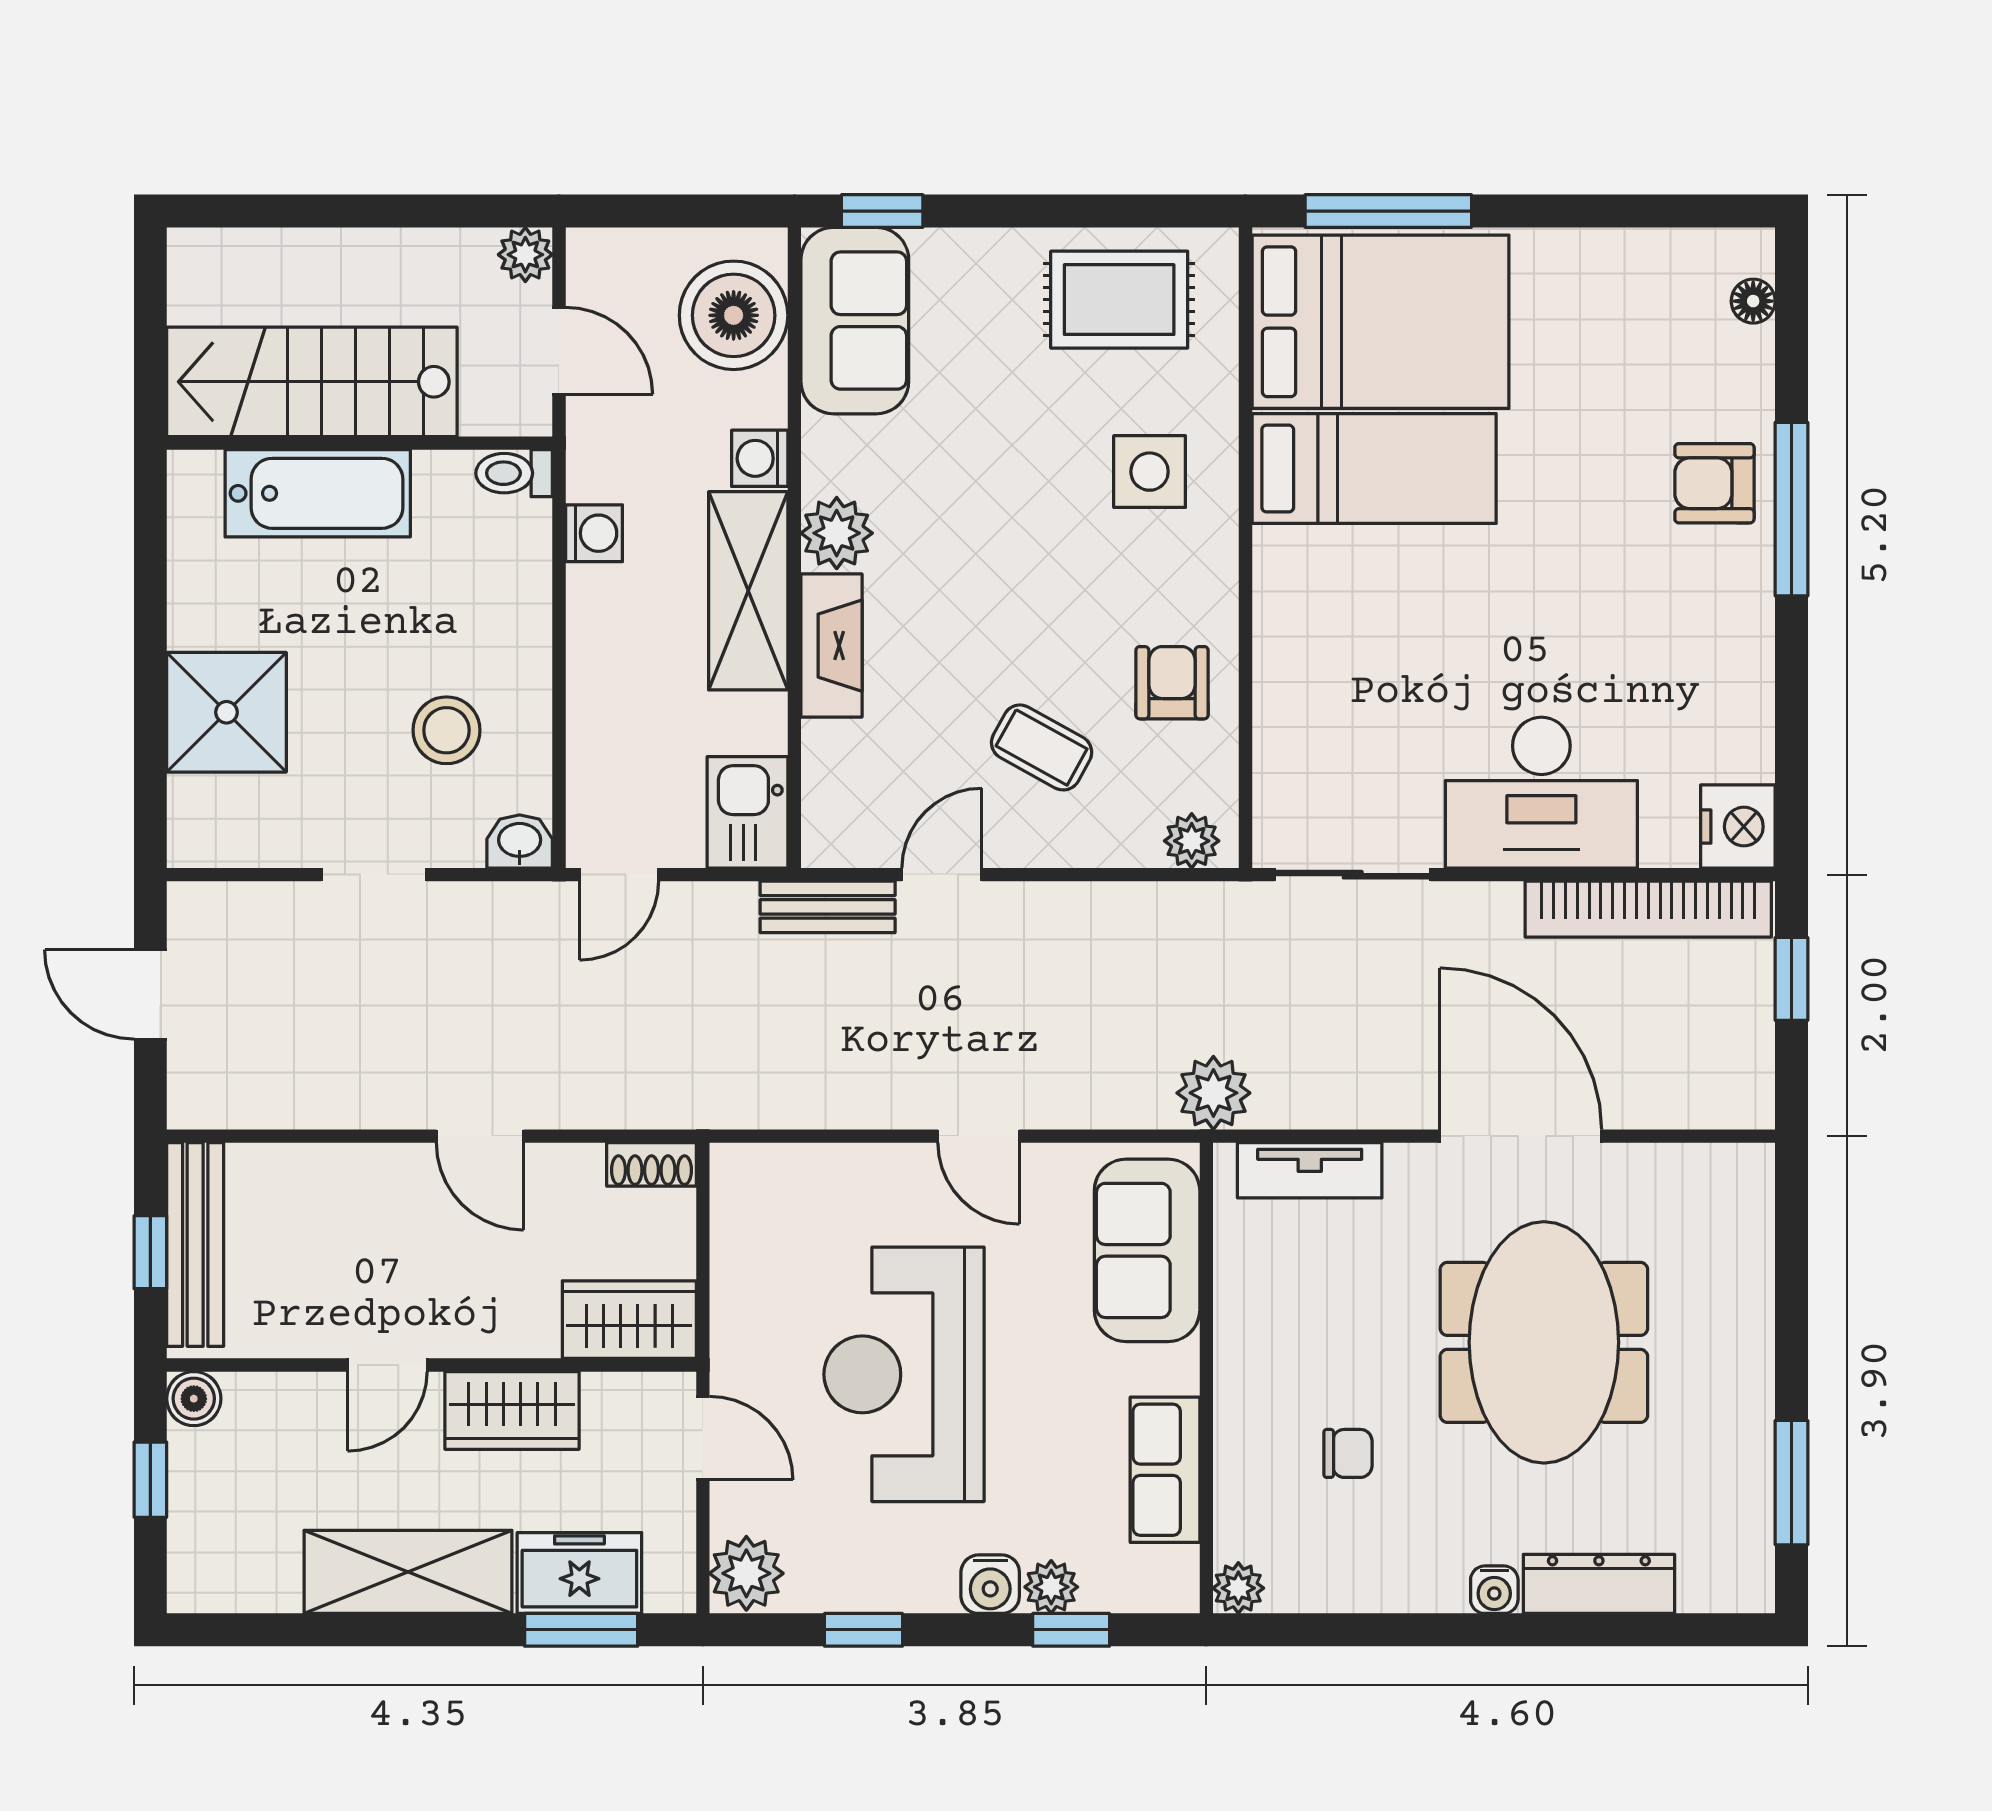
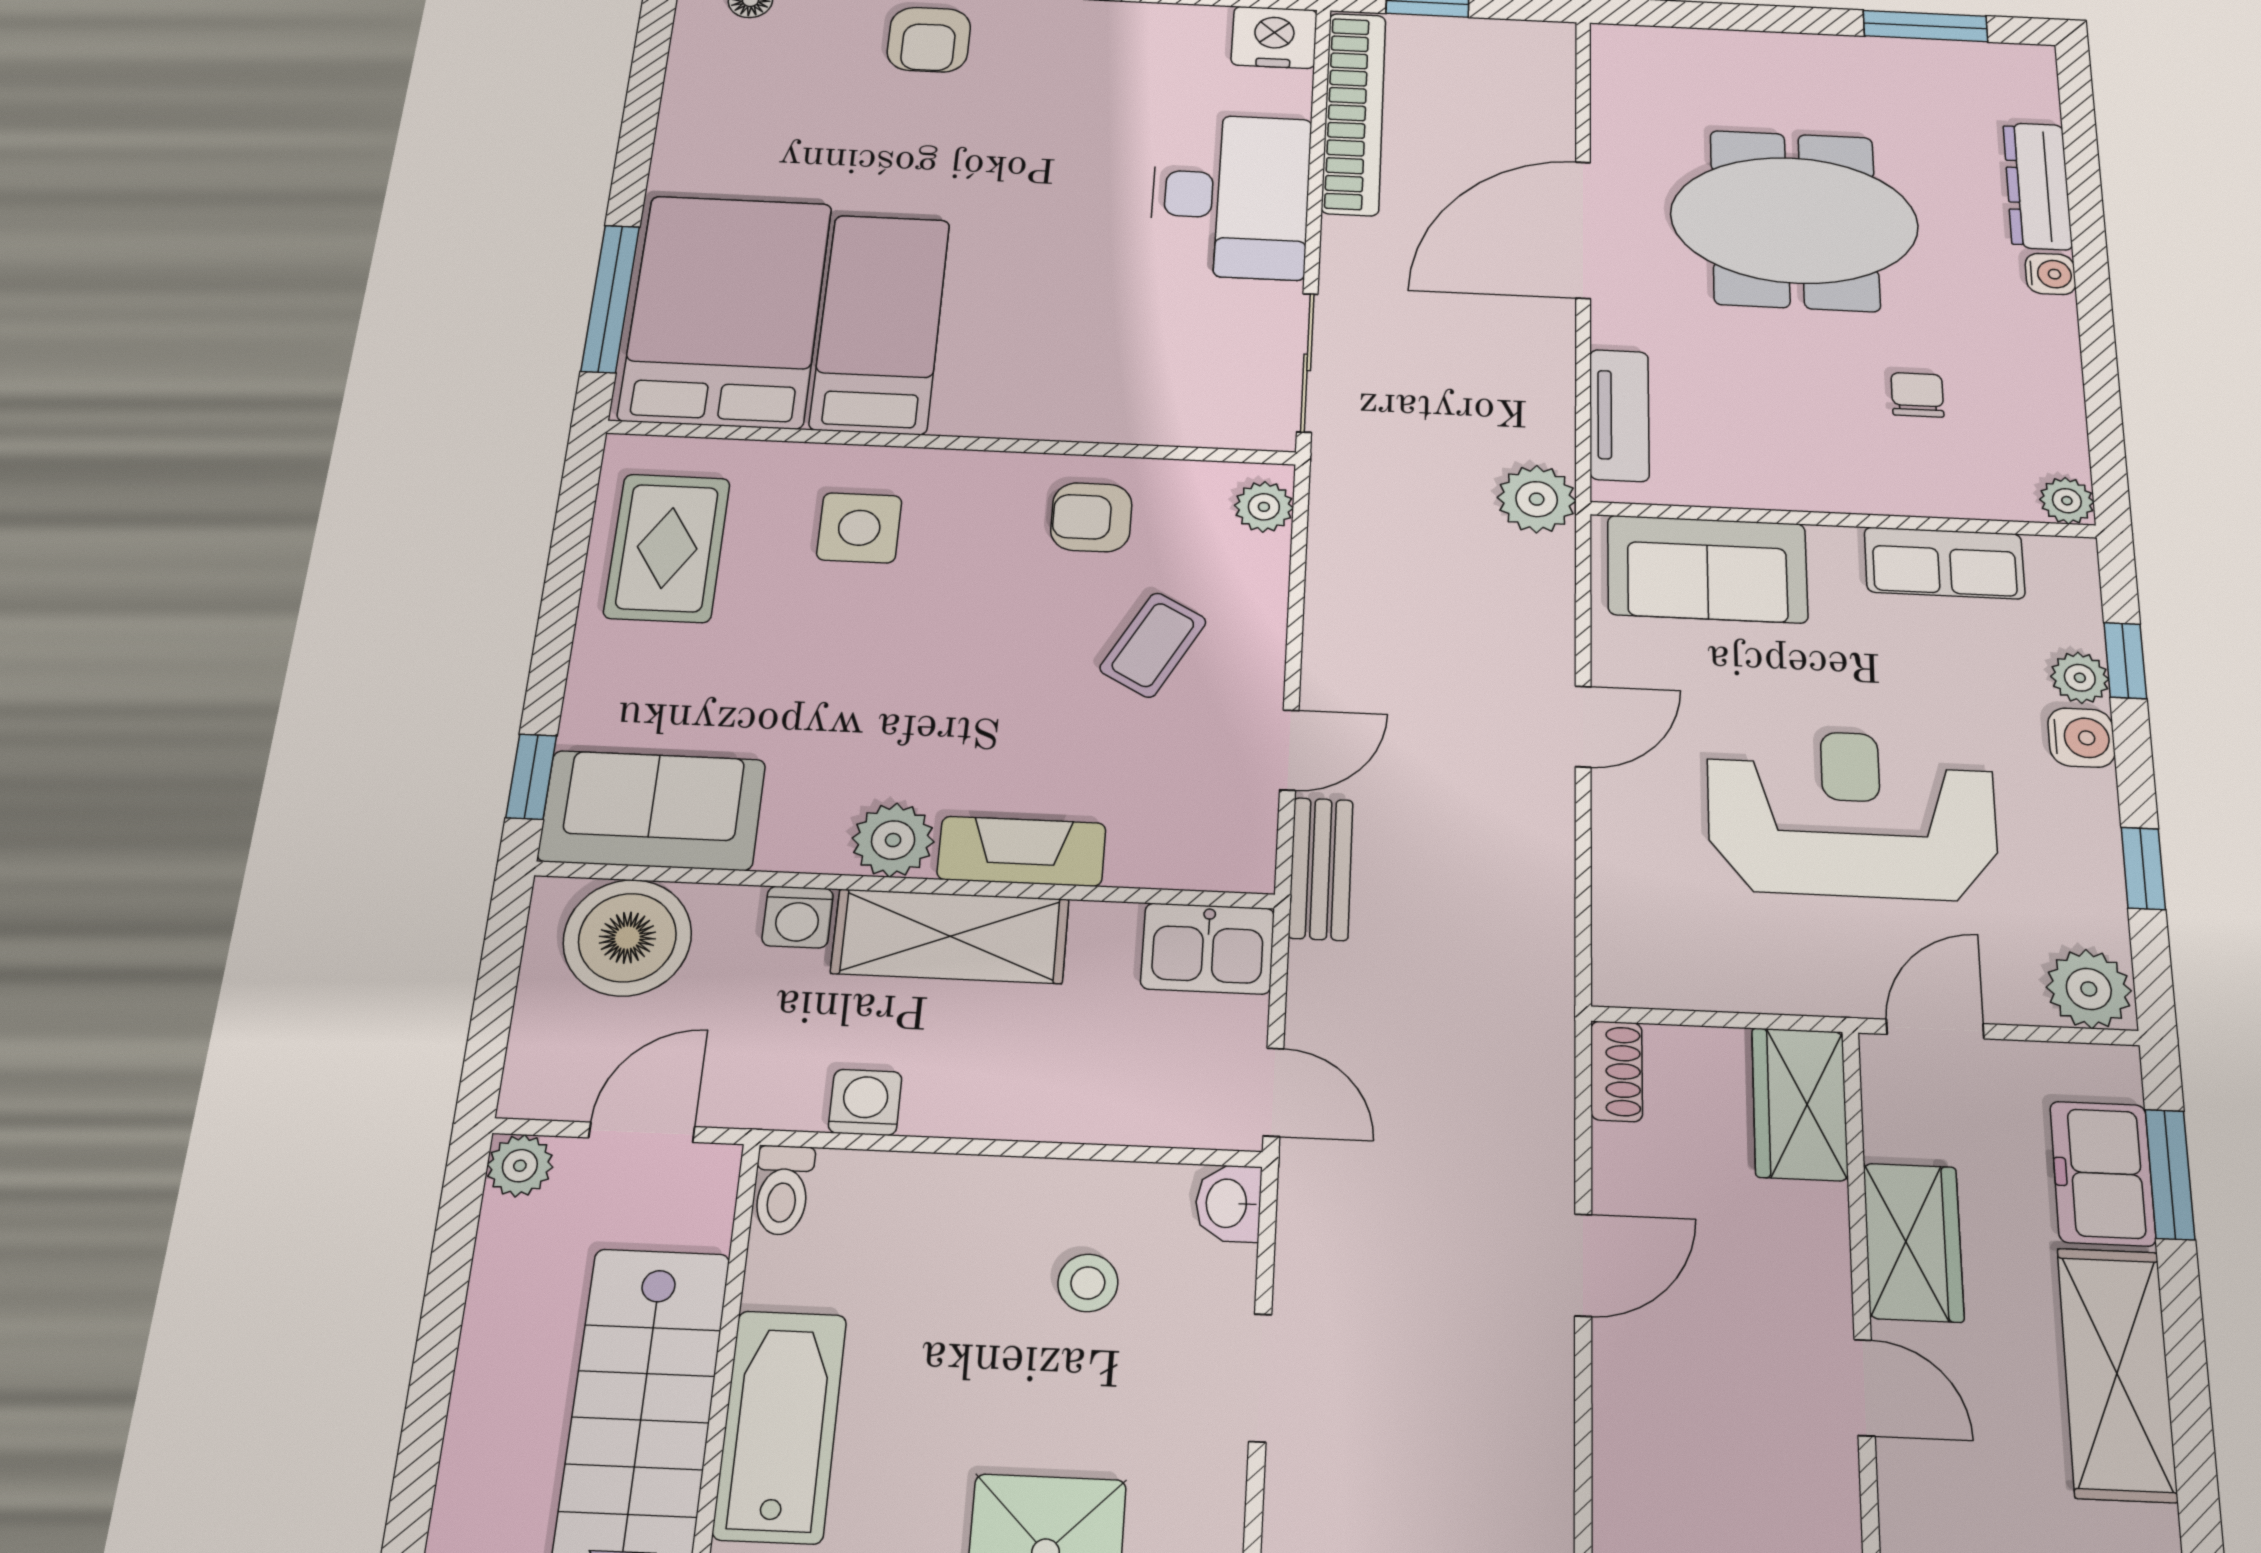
stool: (446, 730) -> (1088, 1283), width x0.73, depth x0.73
door: (942, 875) -> (1289, 750), swing flipped
reception desk: (904, 1374) -> (1852, 814), turned 180

